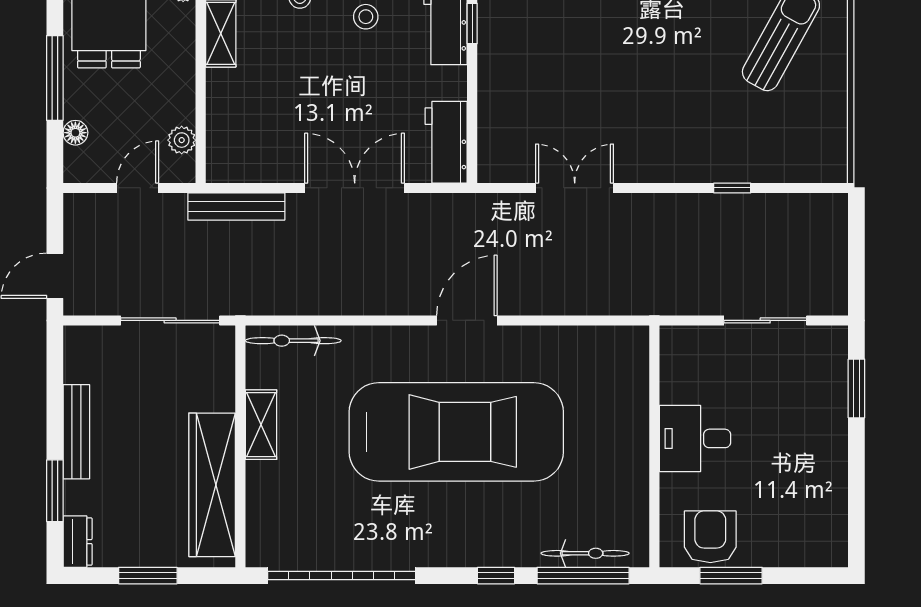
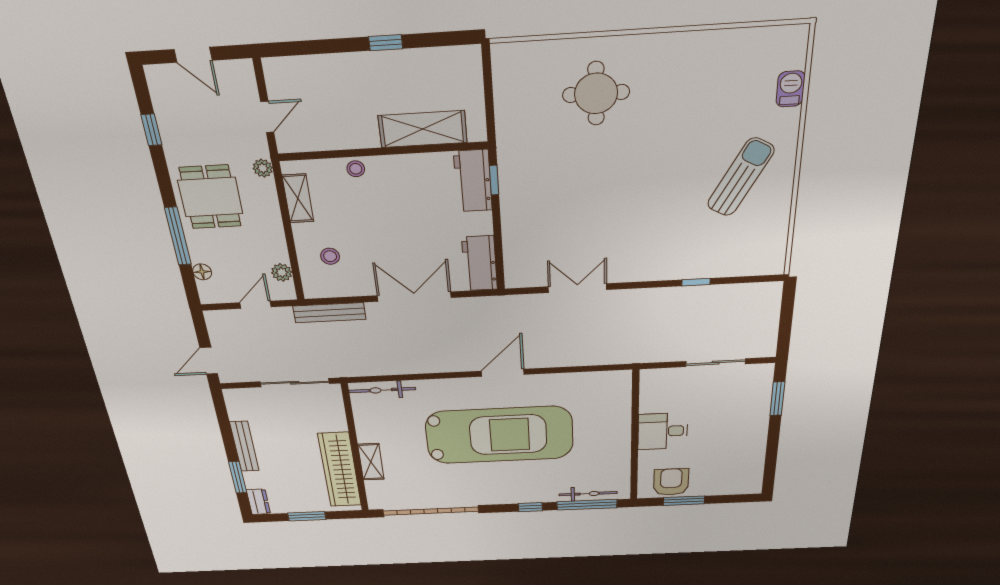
stool: (366, 17) -> (330, 256), moved
shelving: (261, 425) -> (371, 462), moved

